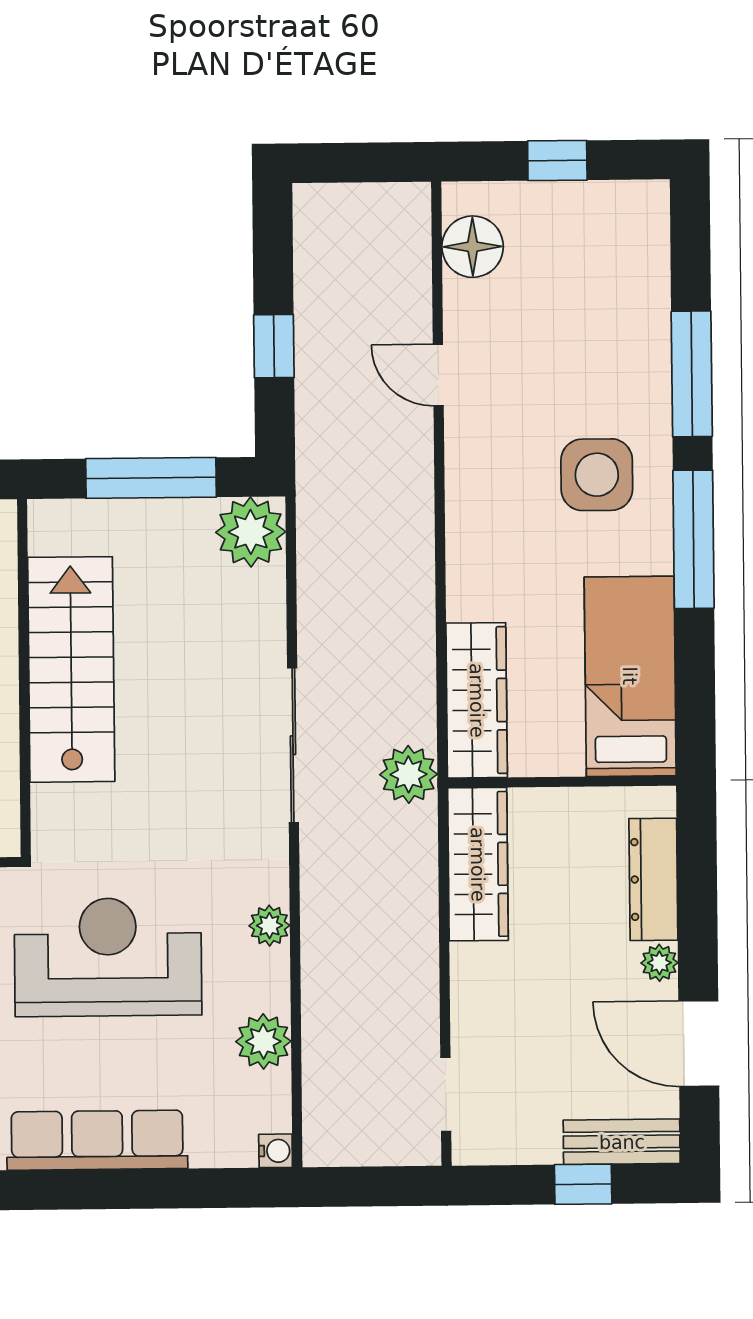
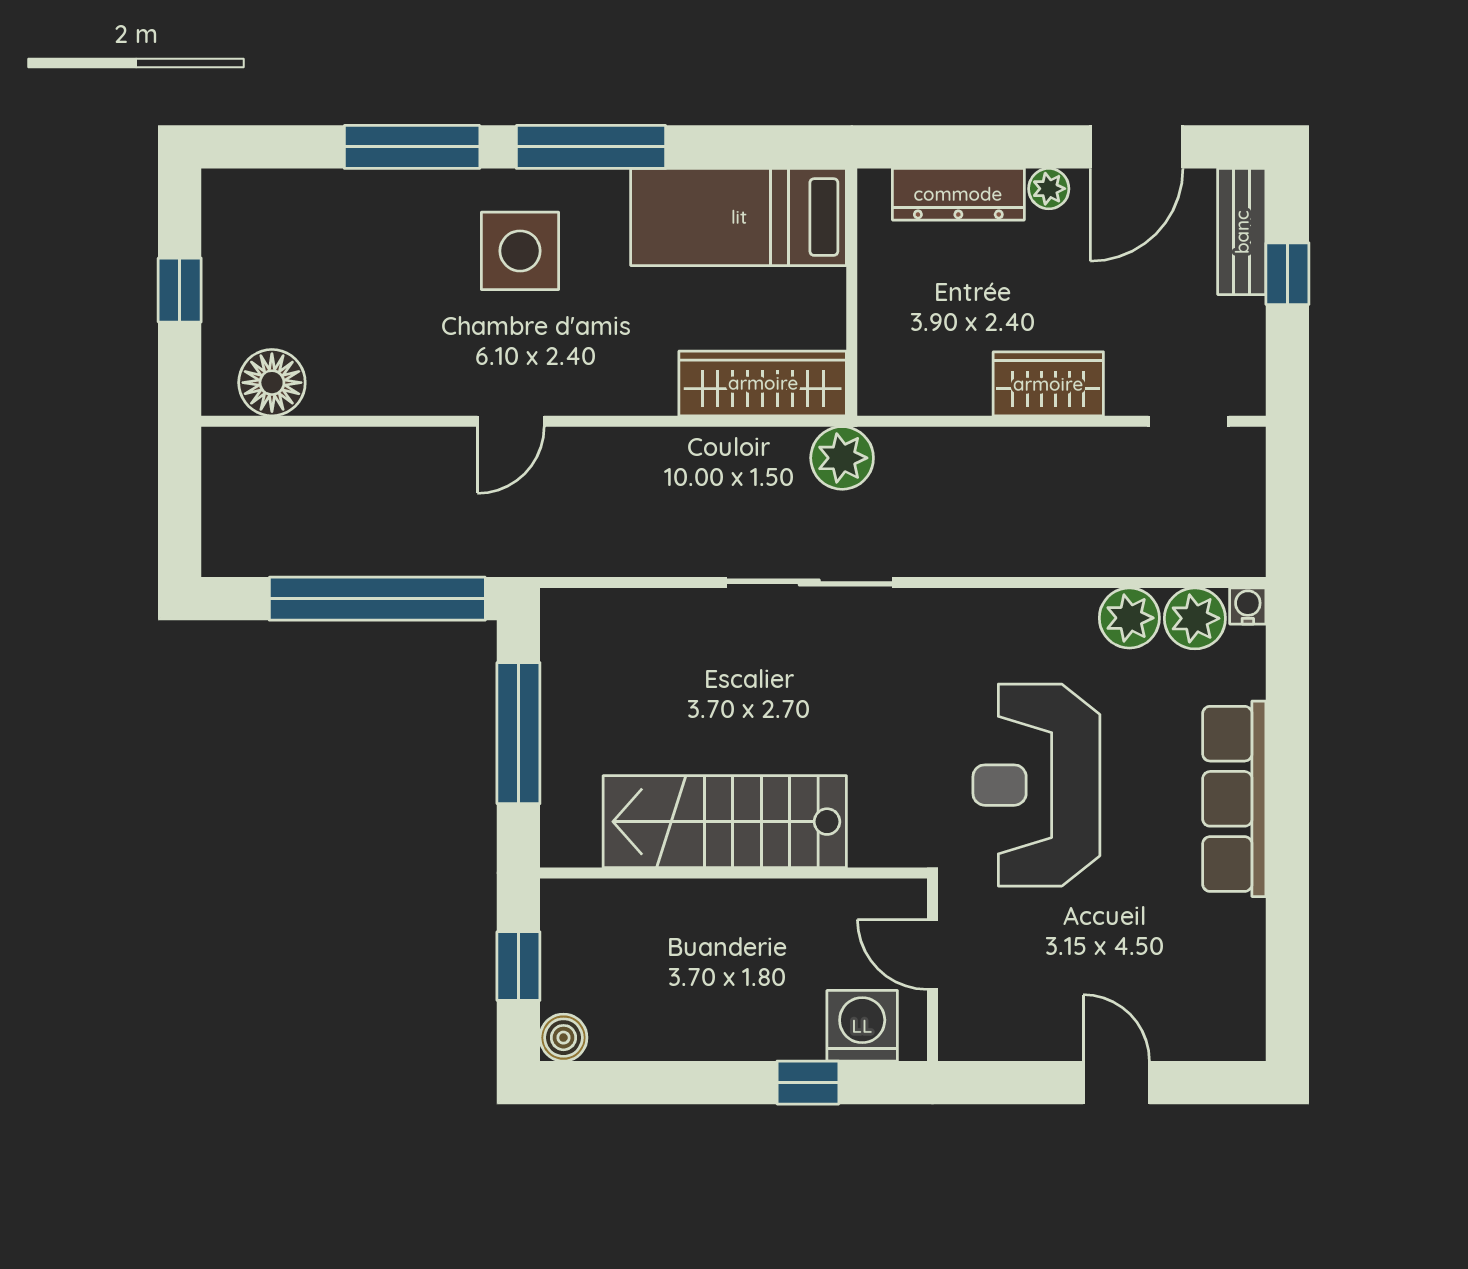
window: (274, 346) -> (377, 599), width x3.17
door: (438, 375) -> (511, 421), moved
plant: (251, 532) -> (578, 626), removed
wardrobe: (478, 864) -> (1048, 384), moved, width x0.67
plant: (269, 926) -> (1195, 618), moved, width x1.38, depth x1.38

